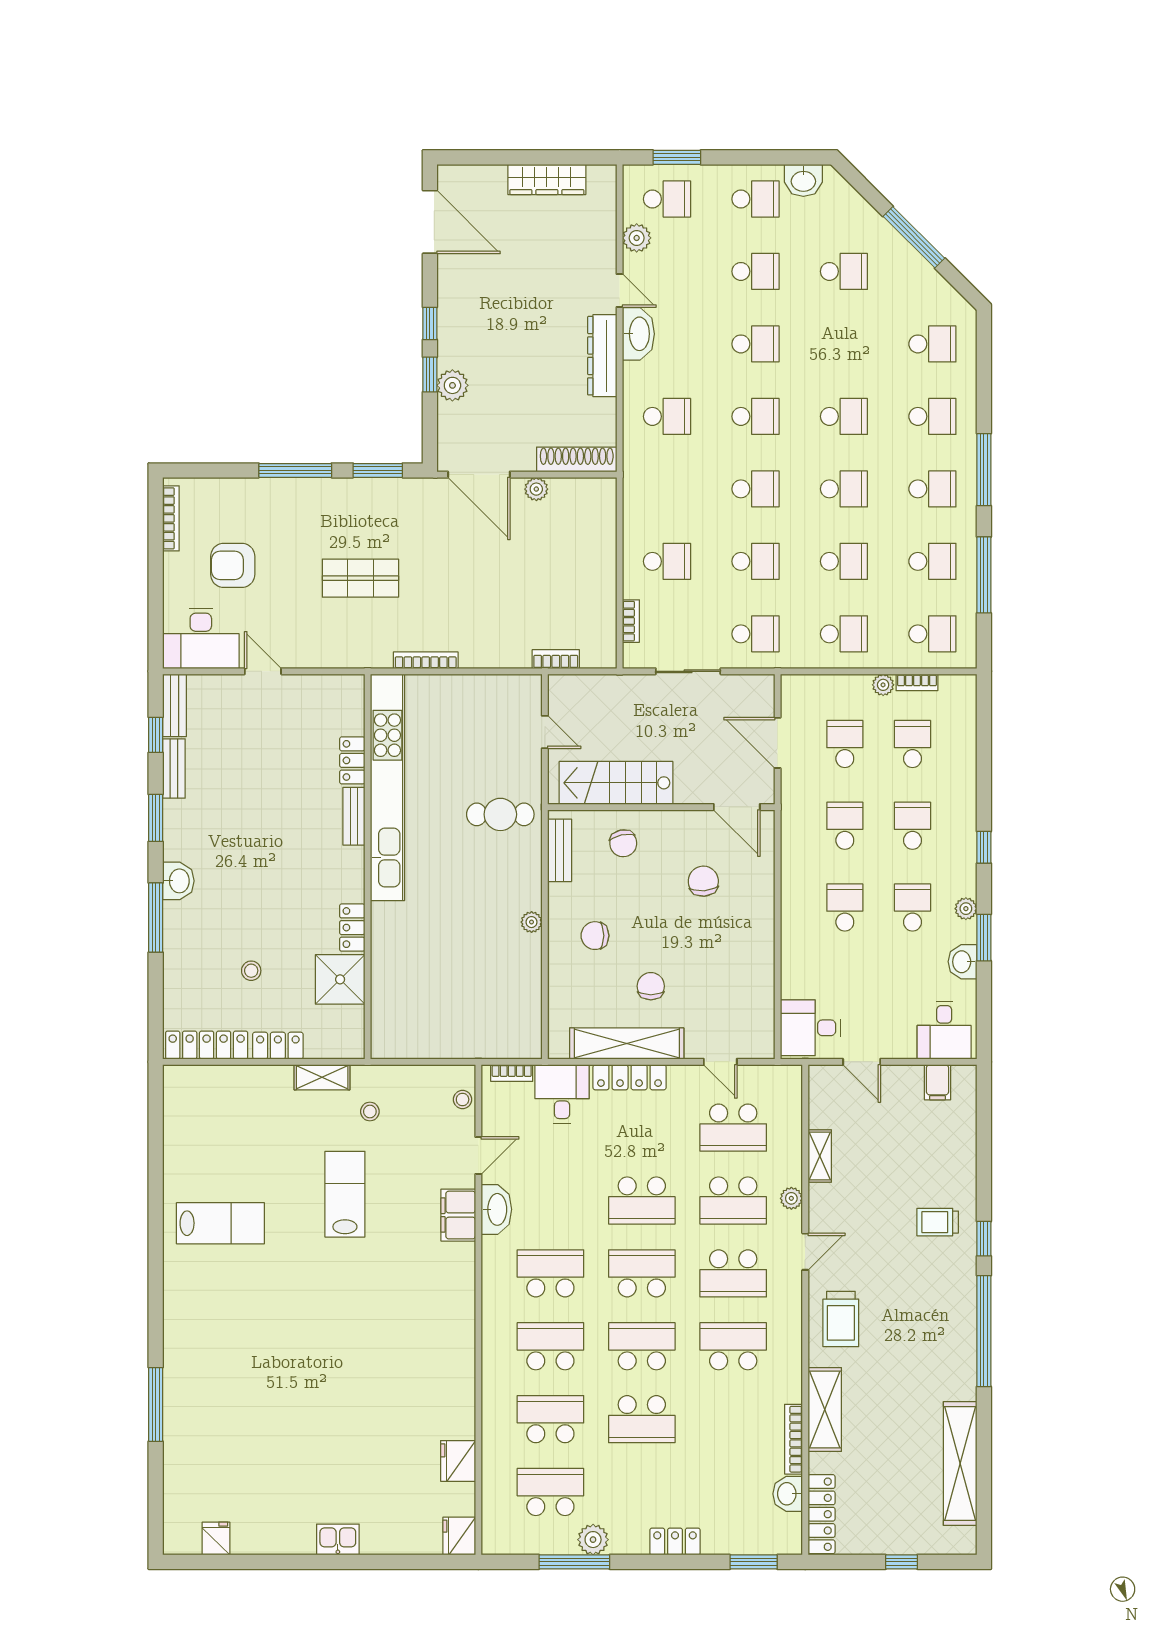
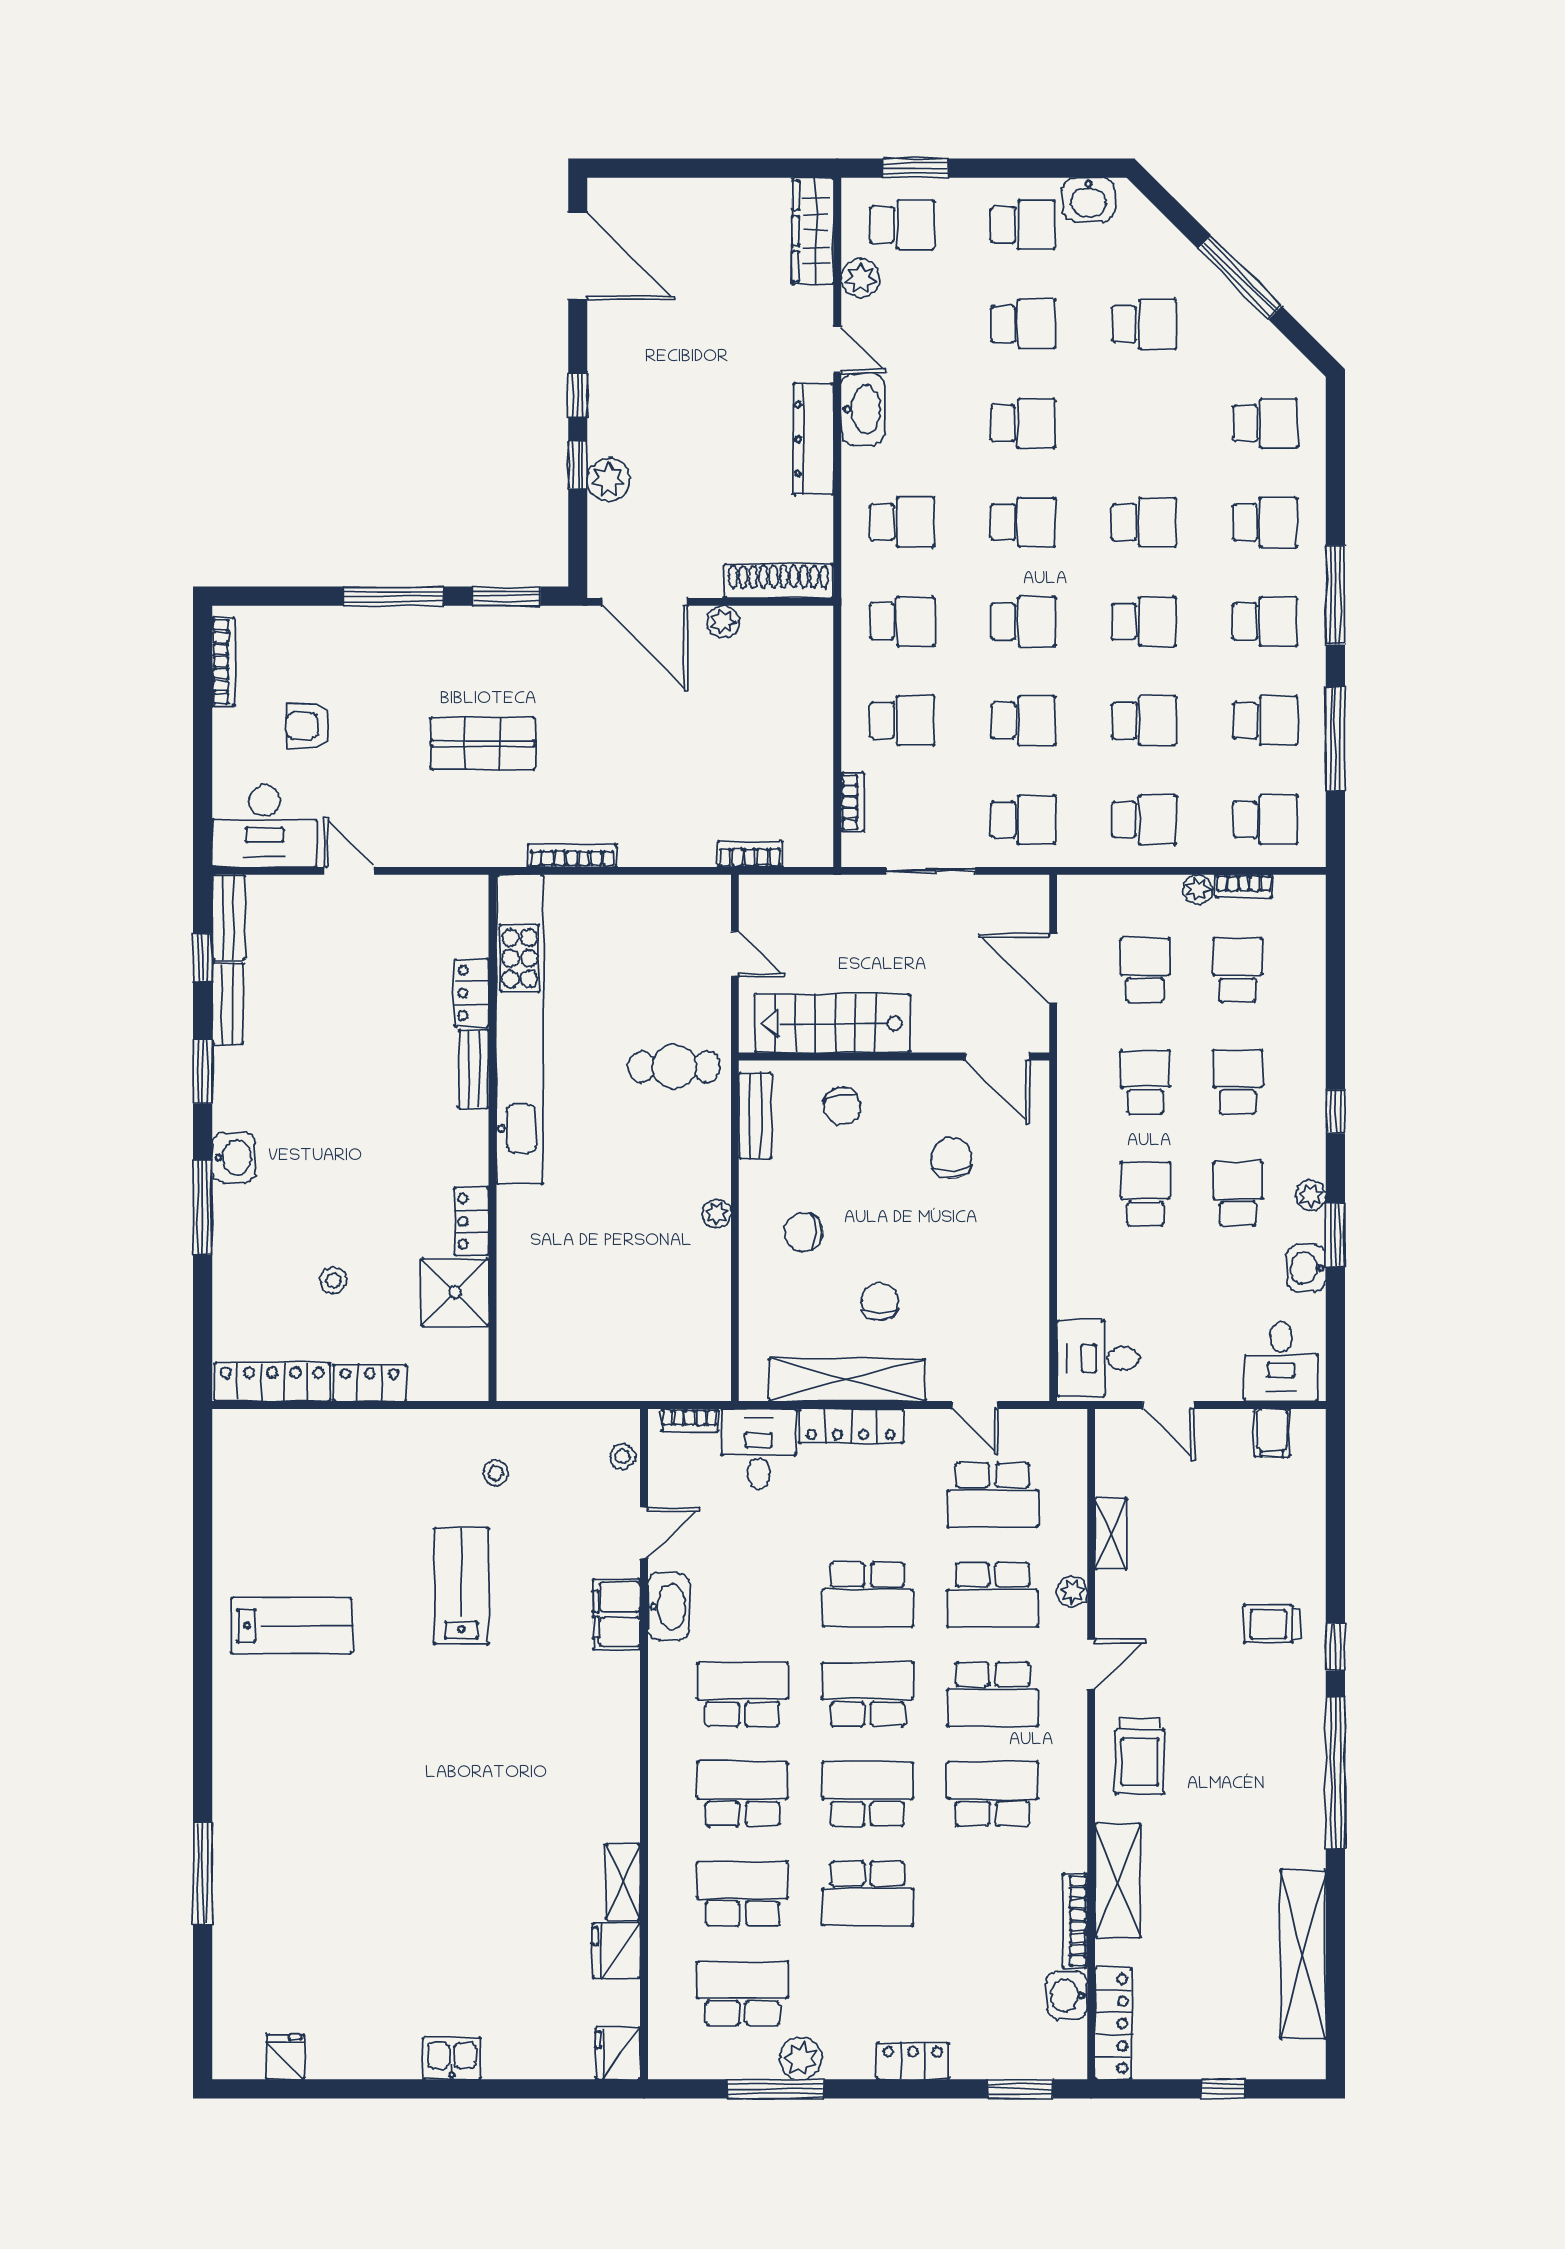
wardrobe: (547, 179) -> (813, 231), moved, turned 90
school desk: (667, 489) -> (902, 621), added
armchair: (233, 565) -> (308, 726), width x0.72, depth x0.72
shelving: (322, 1077) -> (623, 1882), moved, turned 90

